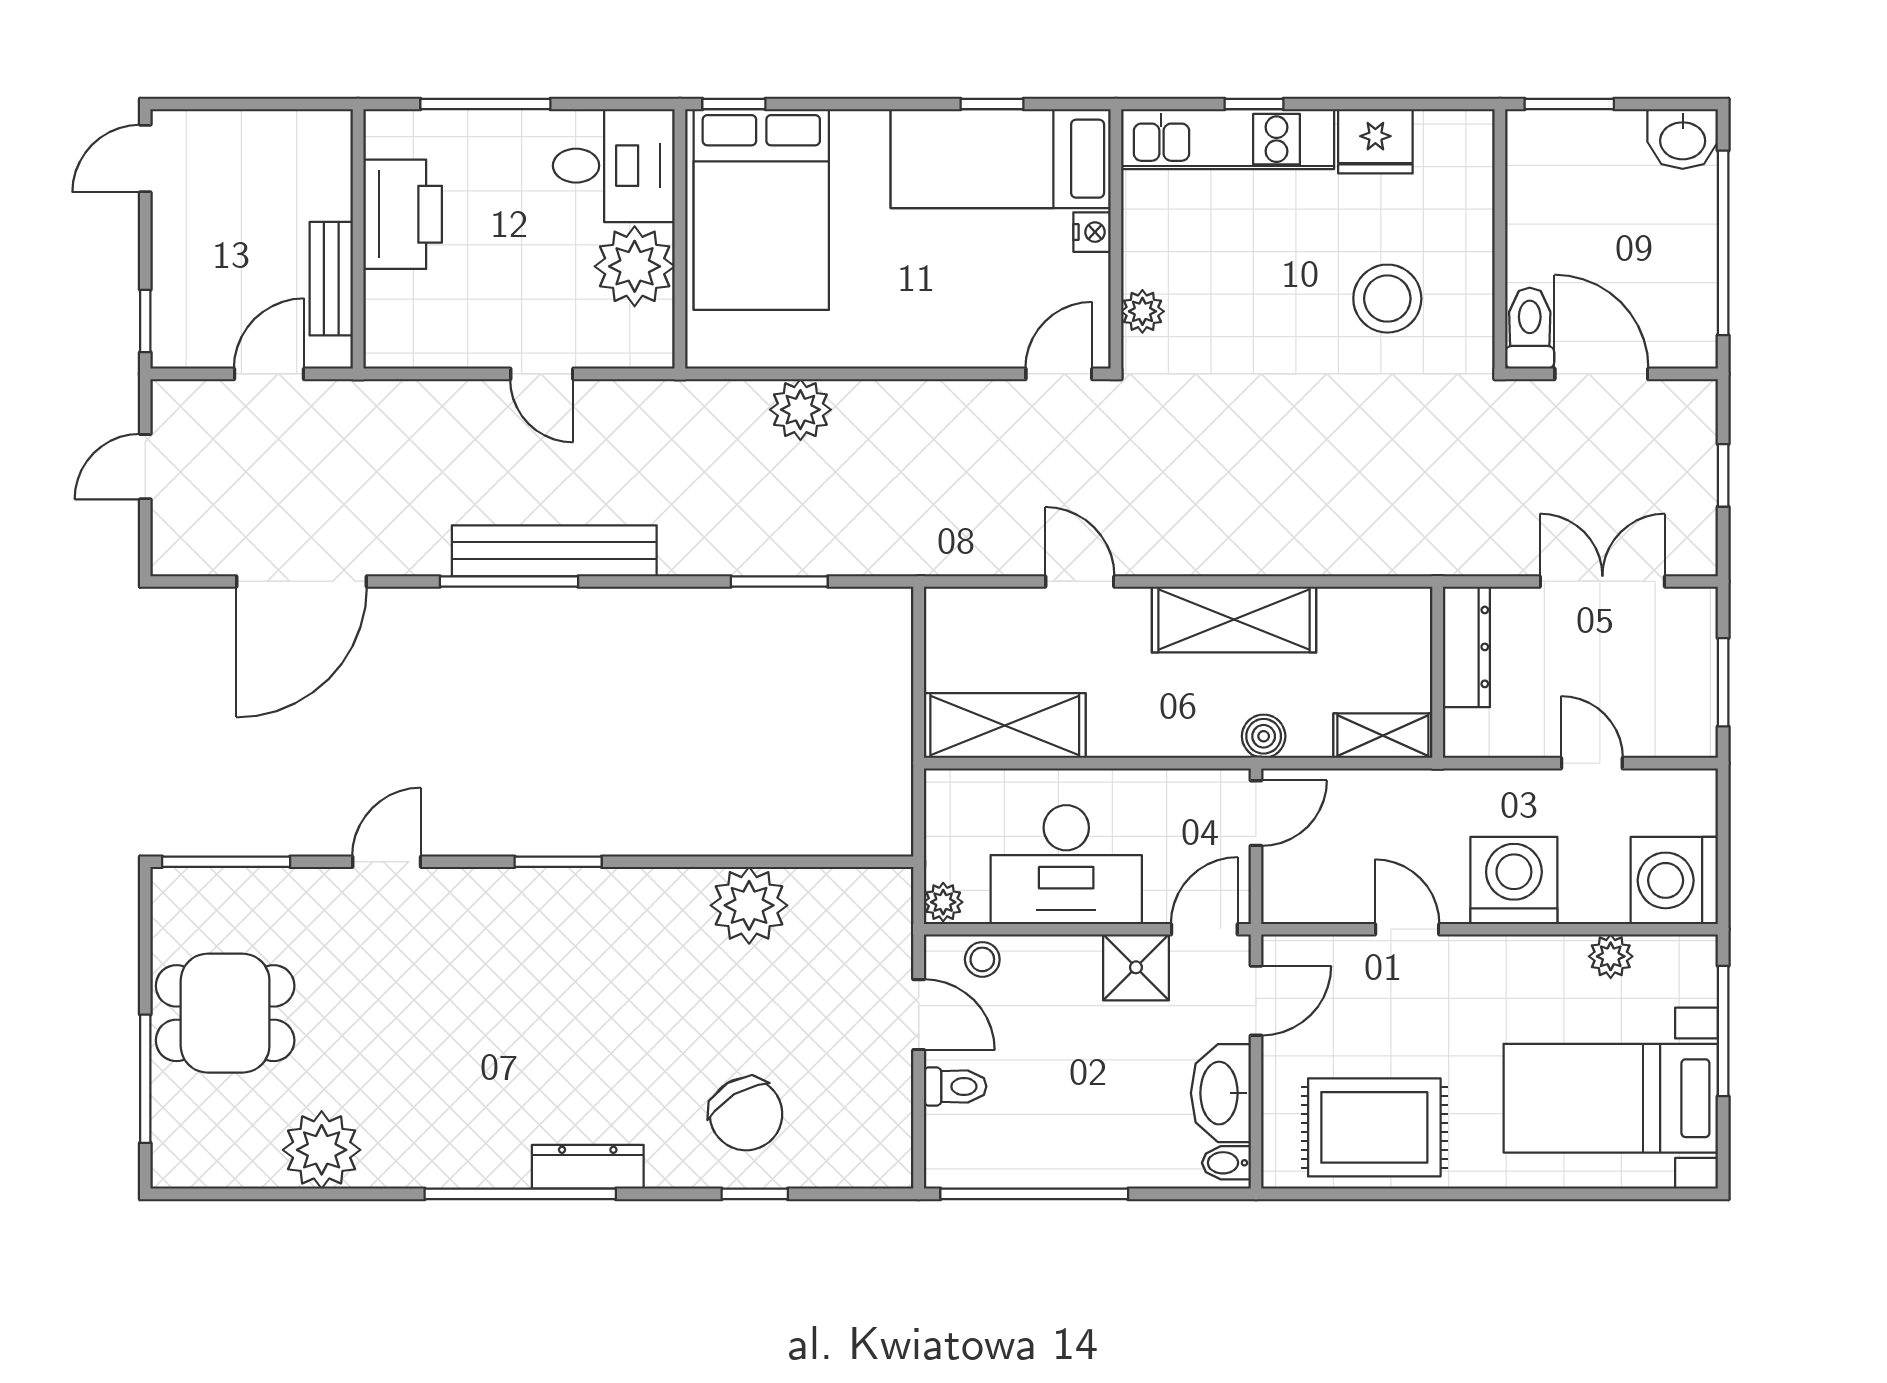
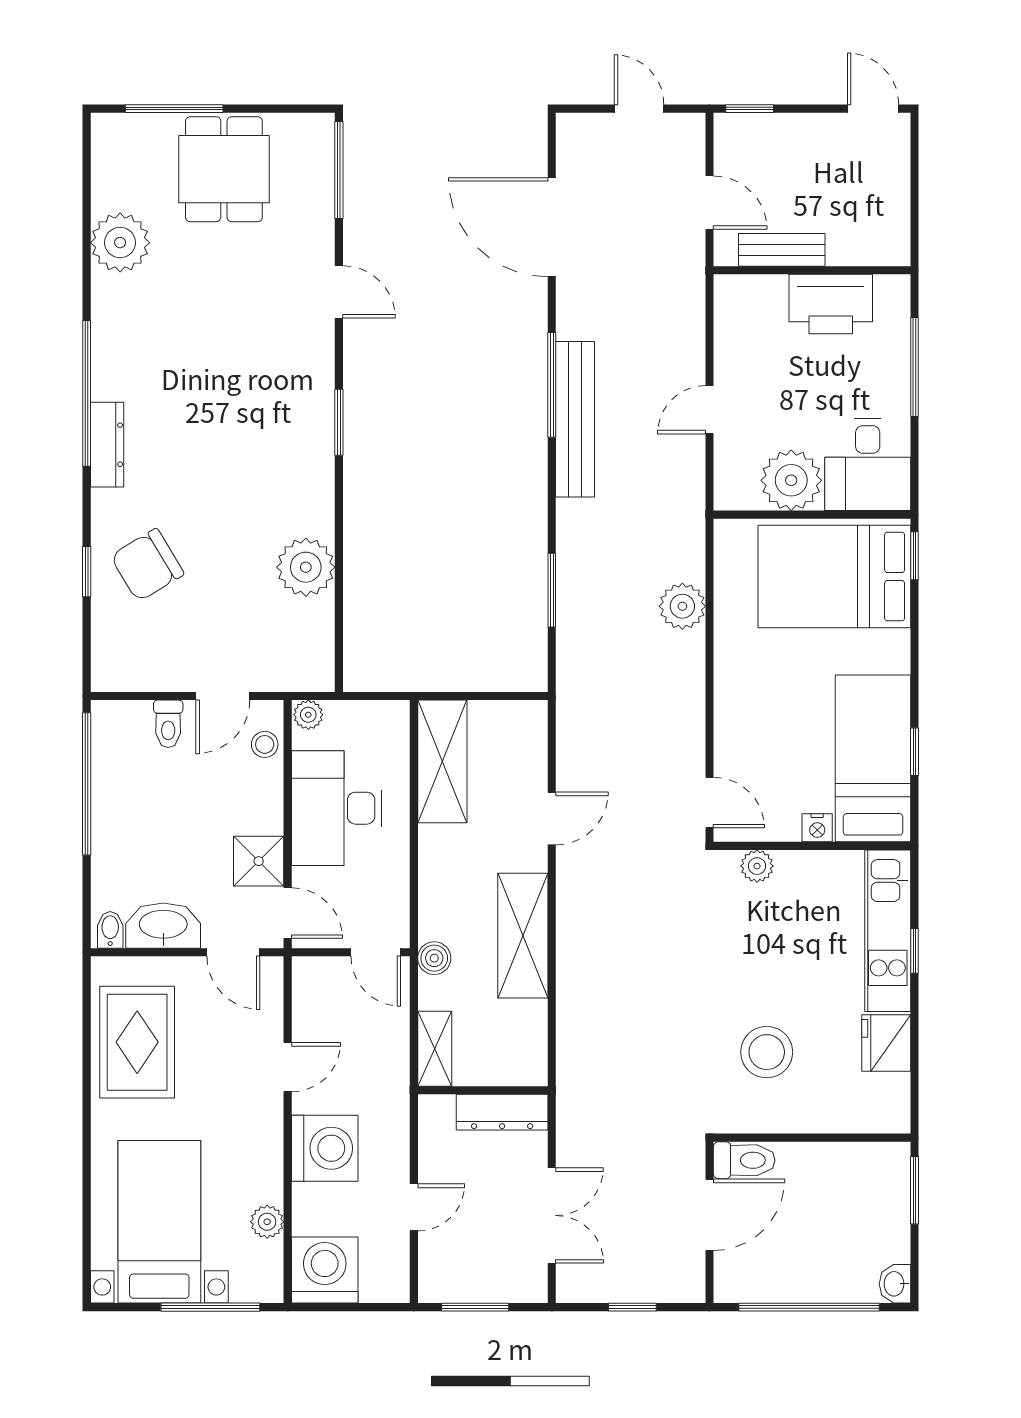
washbasin: (1683, 139) -> (895, 1284), width x0.72, depth x0.69

